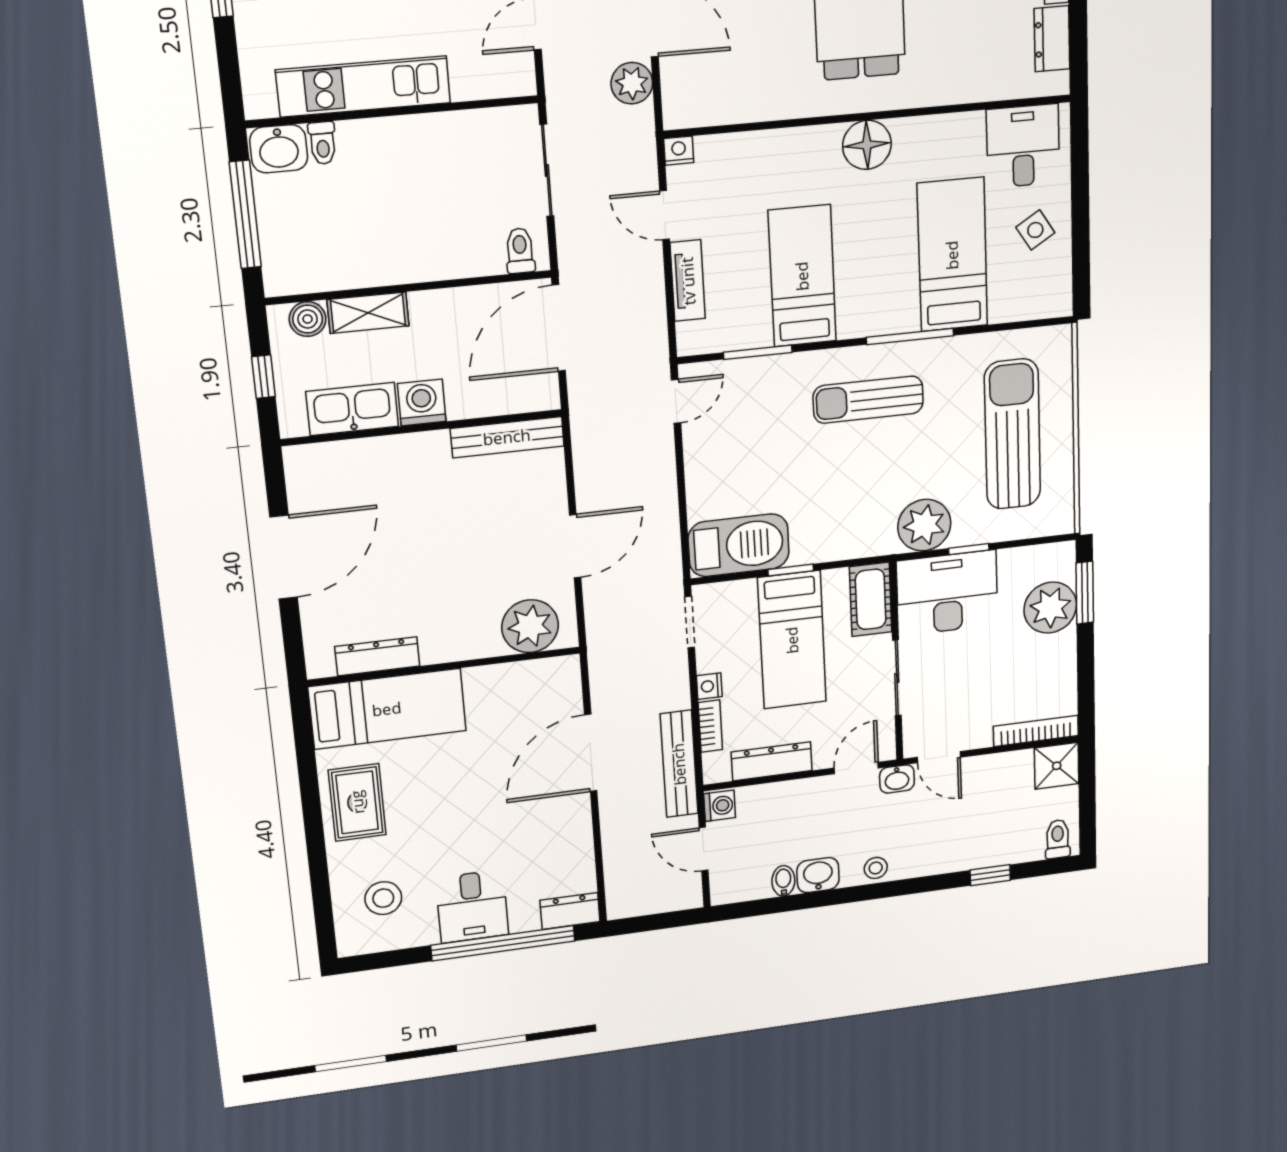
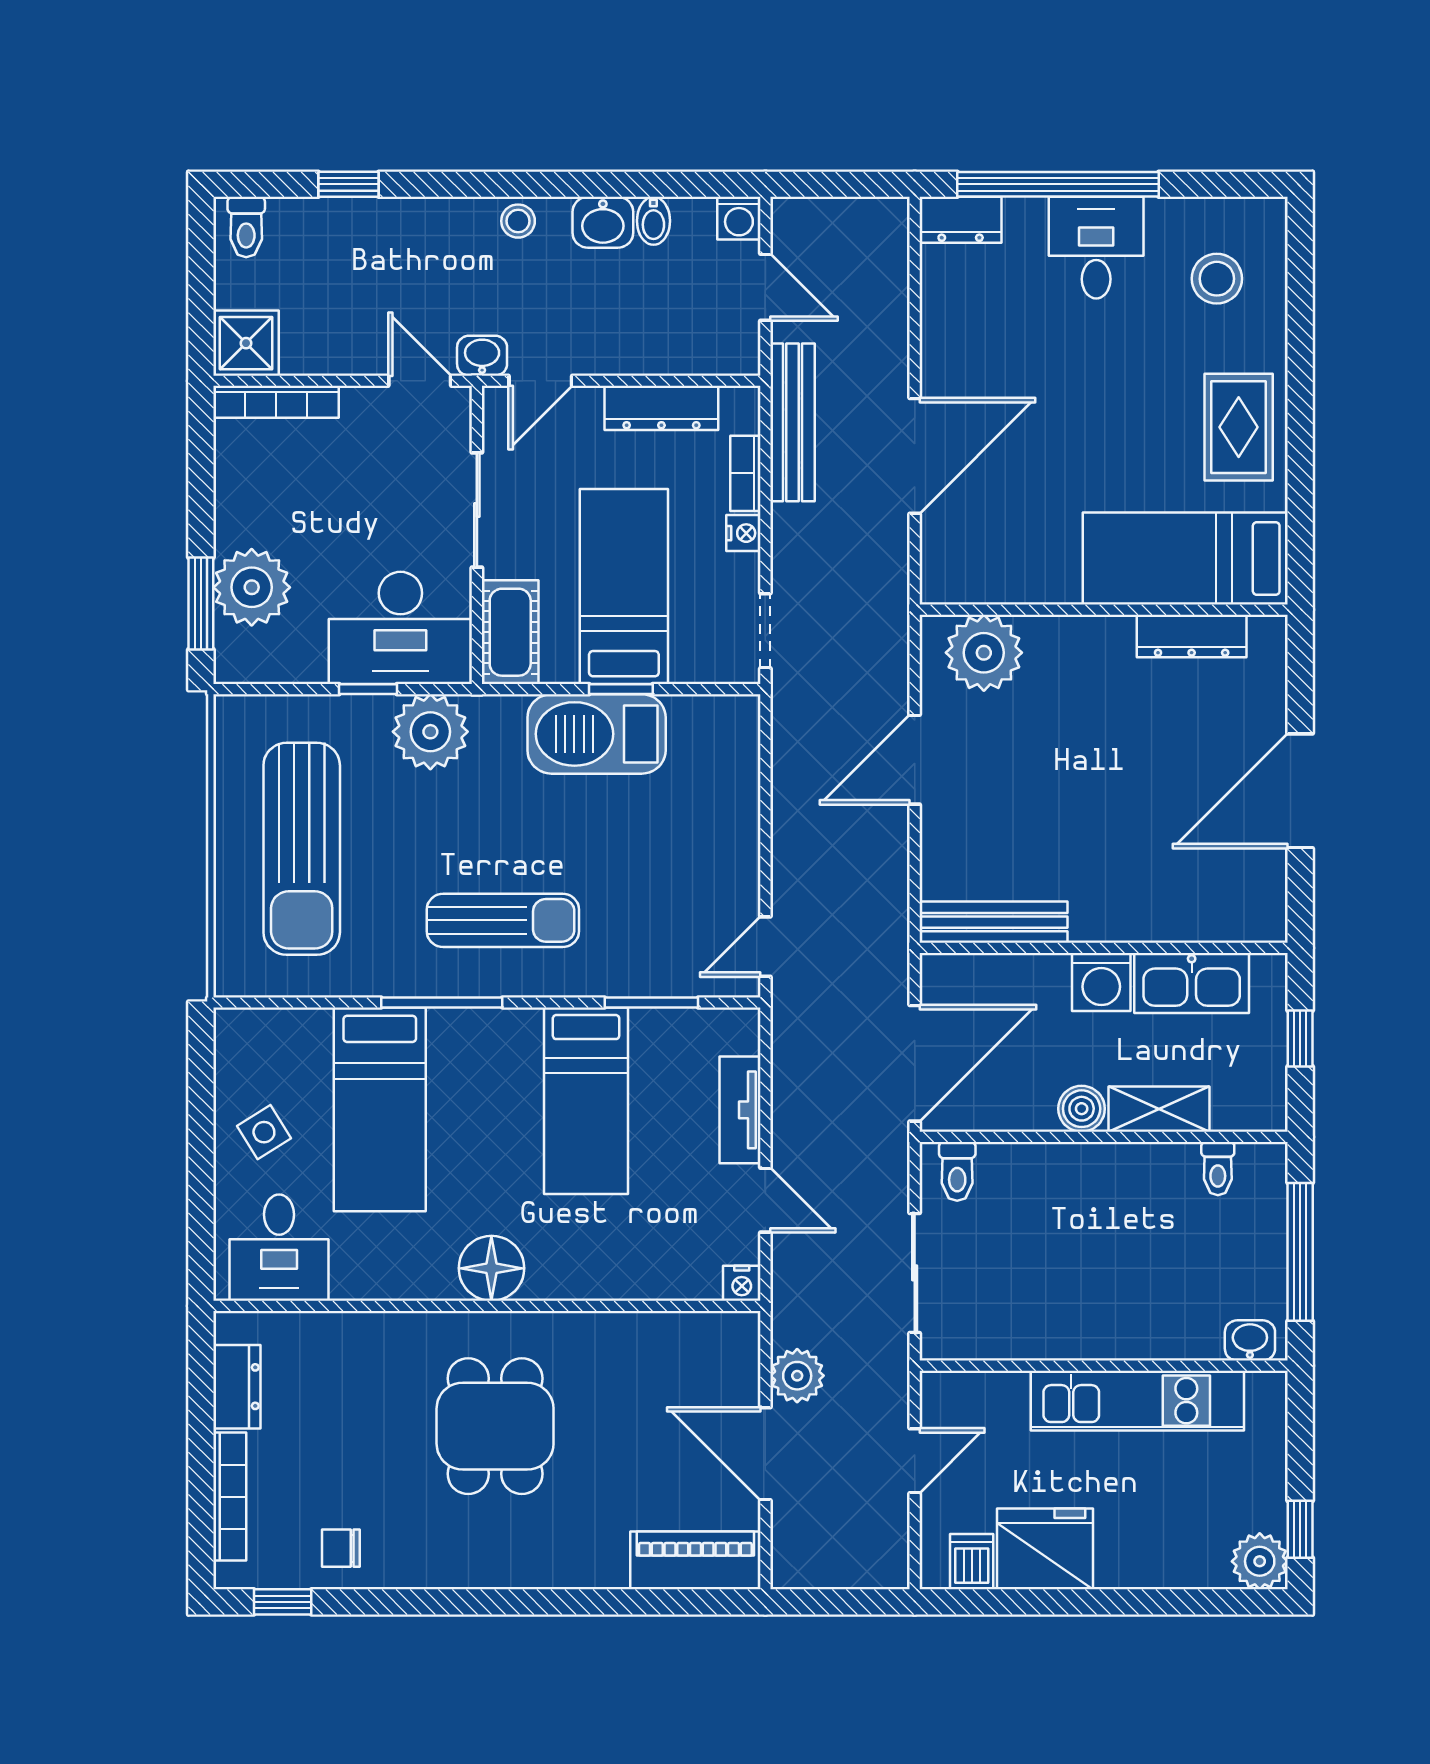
toilet: (323, 143) -> (1218, 1169), moved, turned 180
washbasin: (279, 149) -> (1250, 1340), width x0.72, depth x0.69
boiler: (308, 319) -> (1082, 1109), moved
barbecue: (739, 545) -> (597, 734), moved
washing machine: (720, 806) -> (739, 218), moved, turned -90

